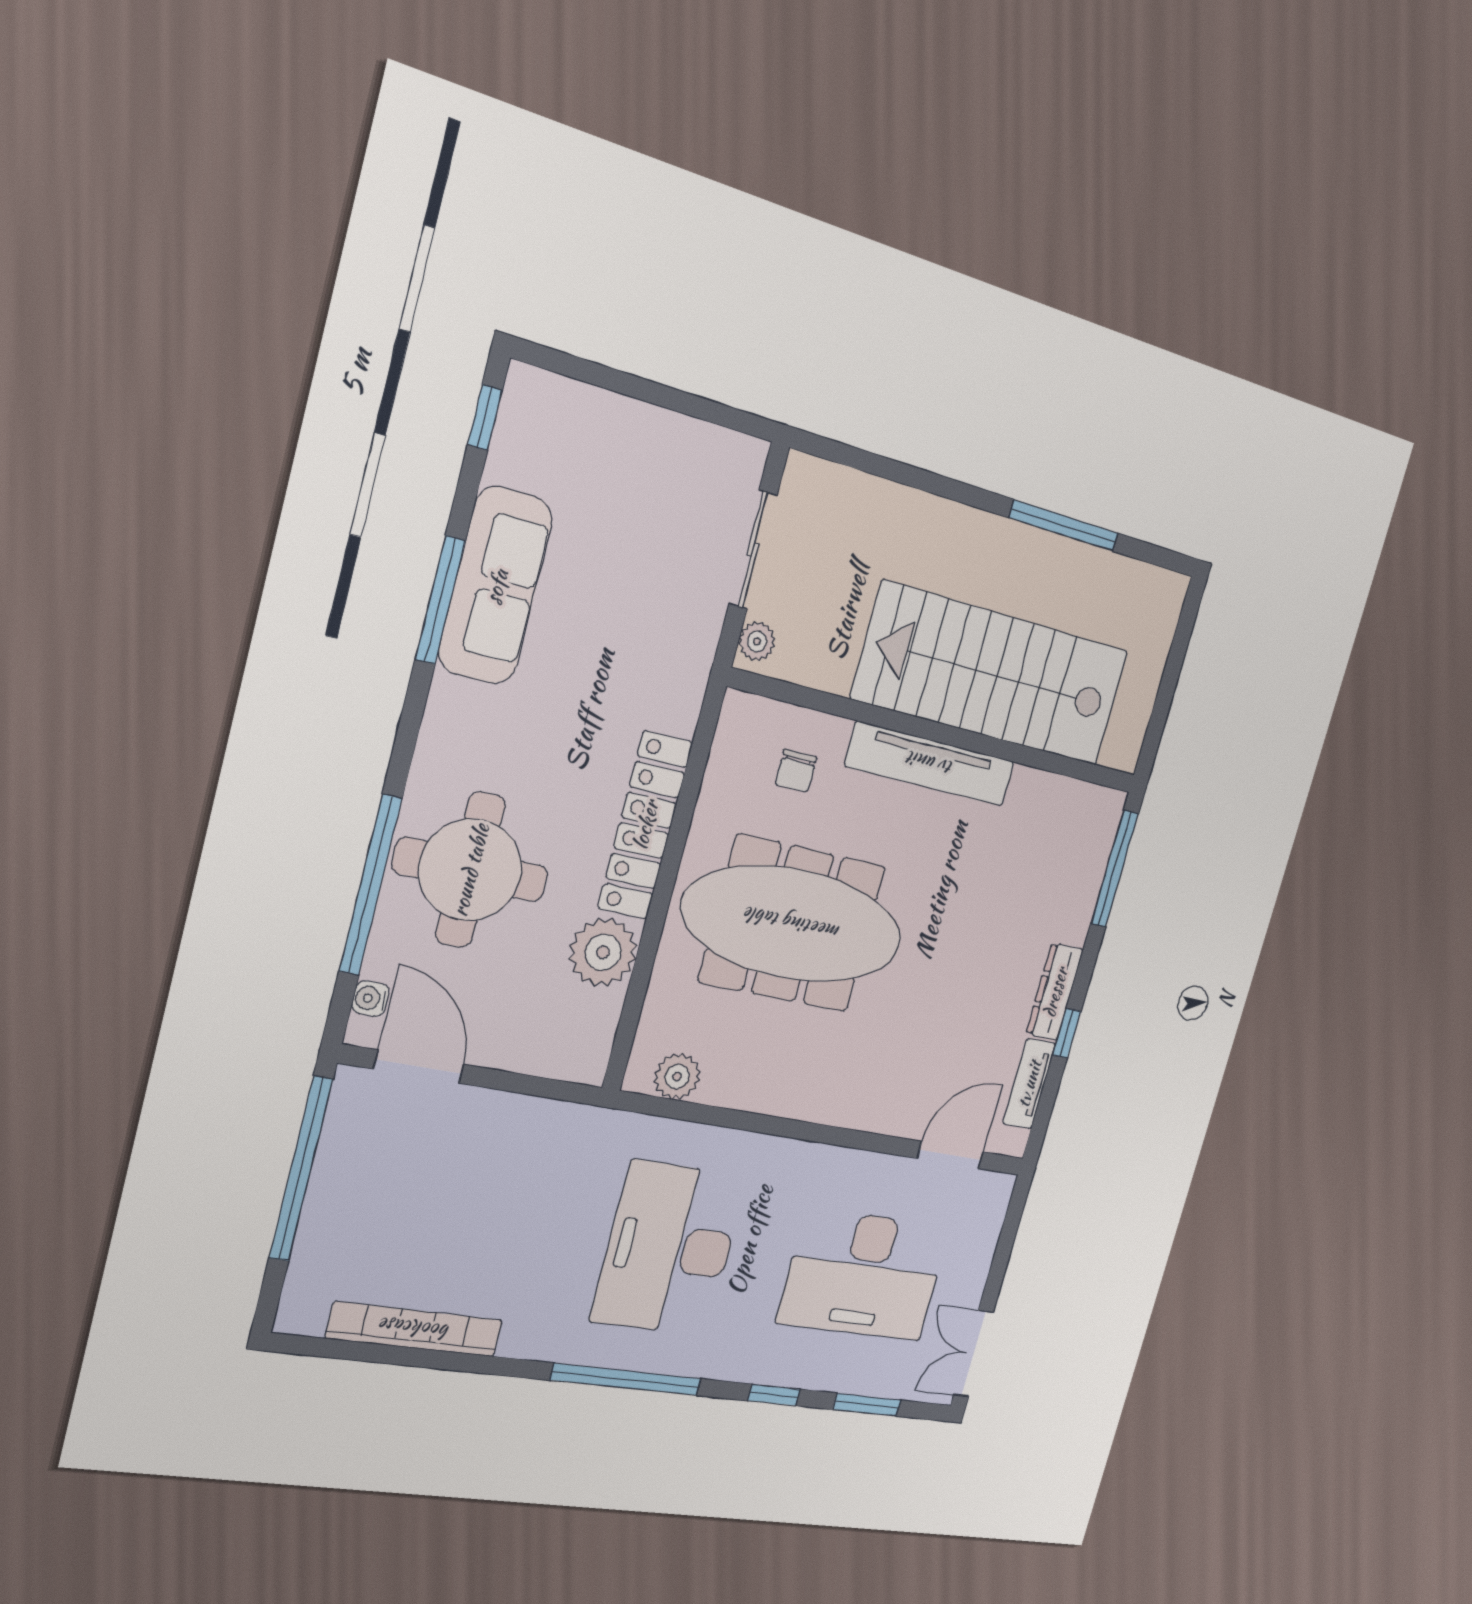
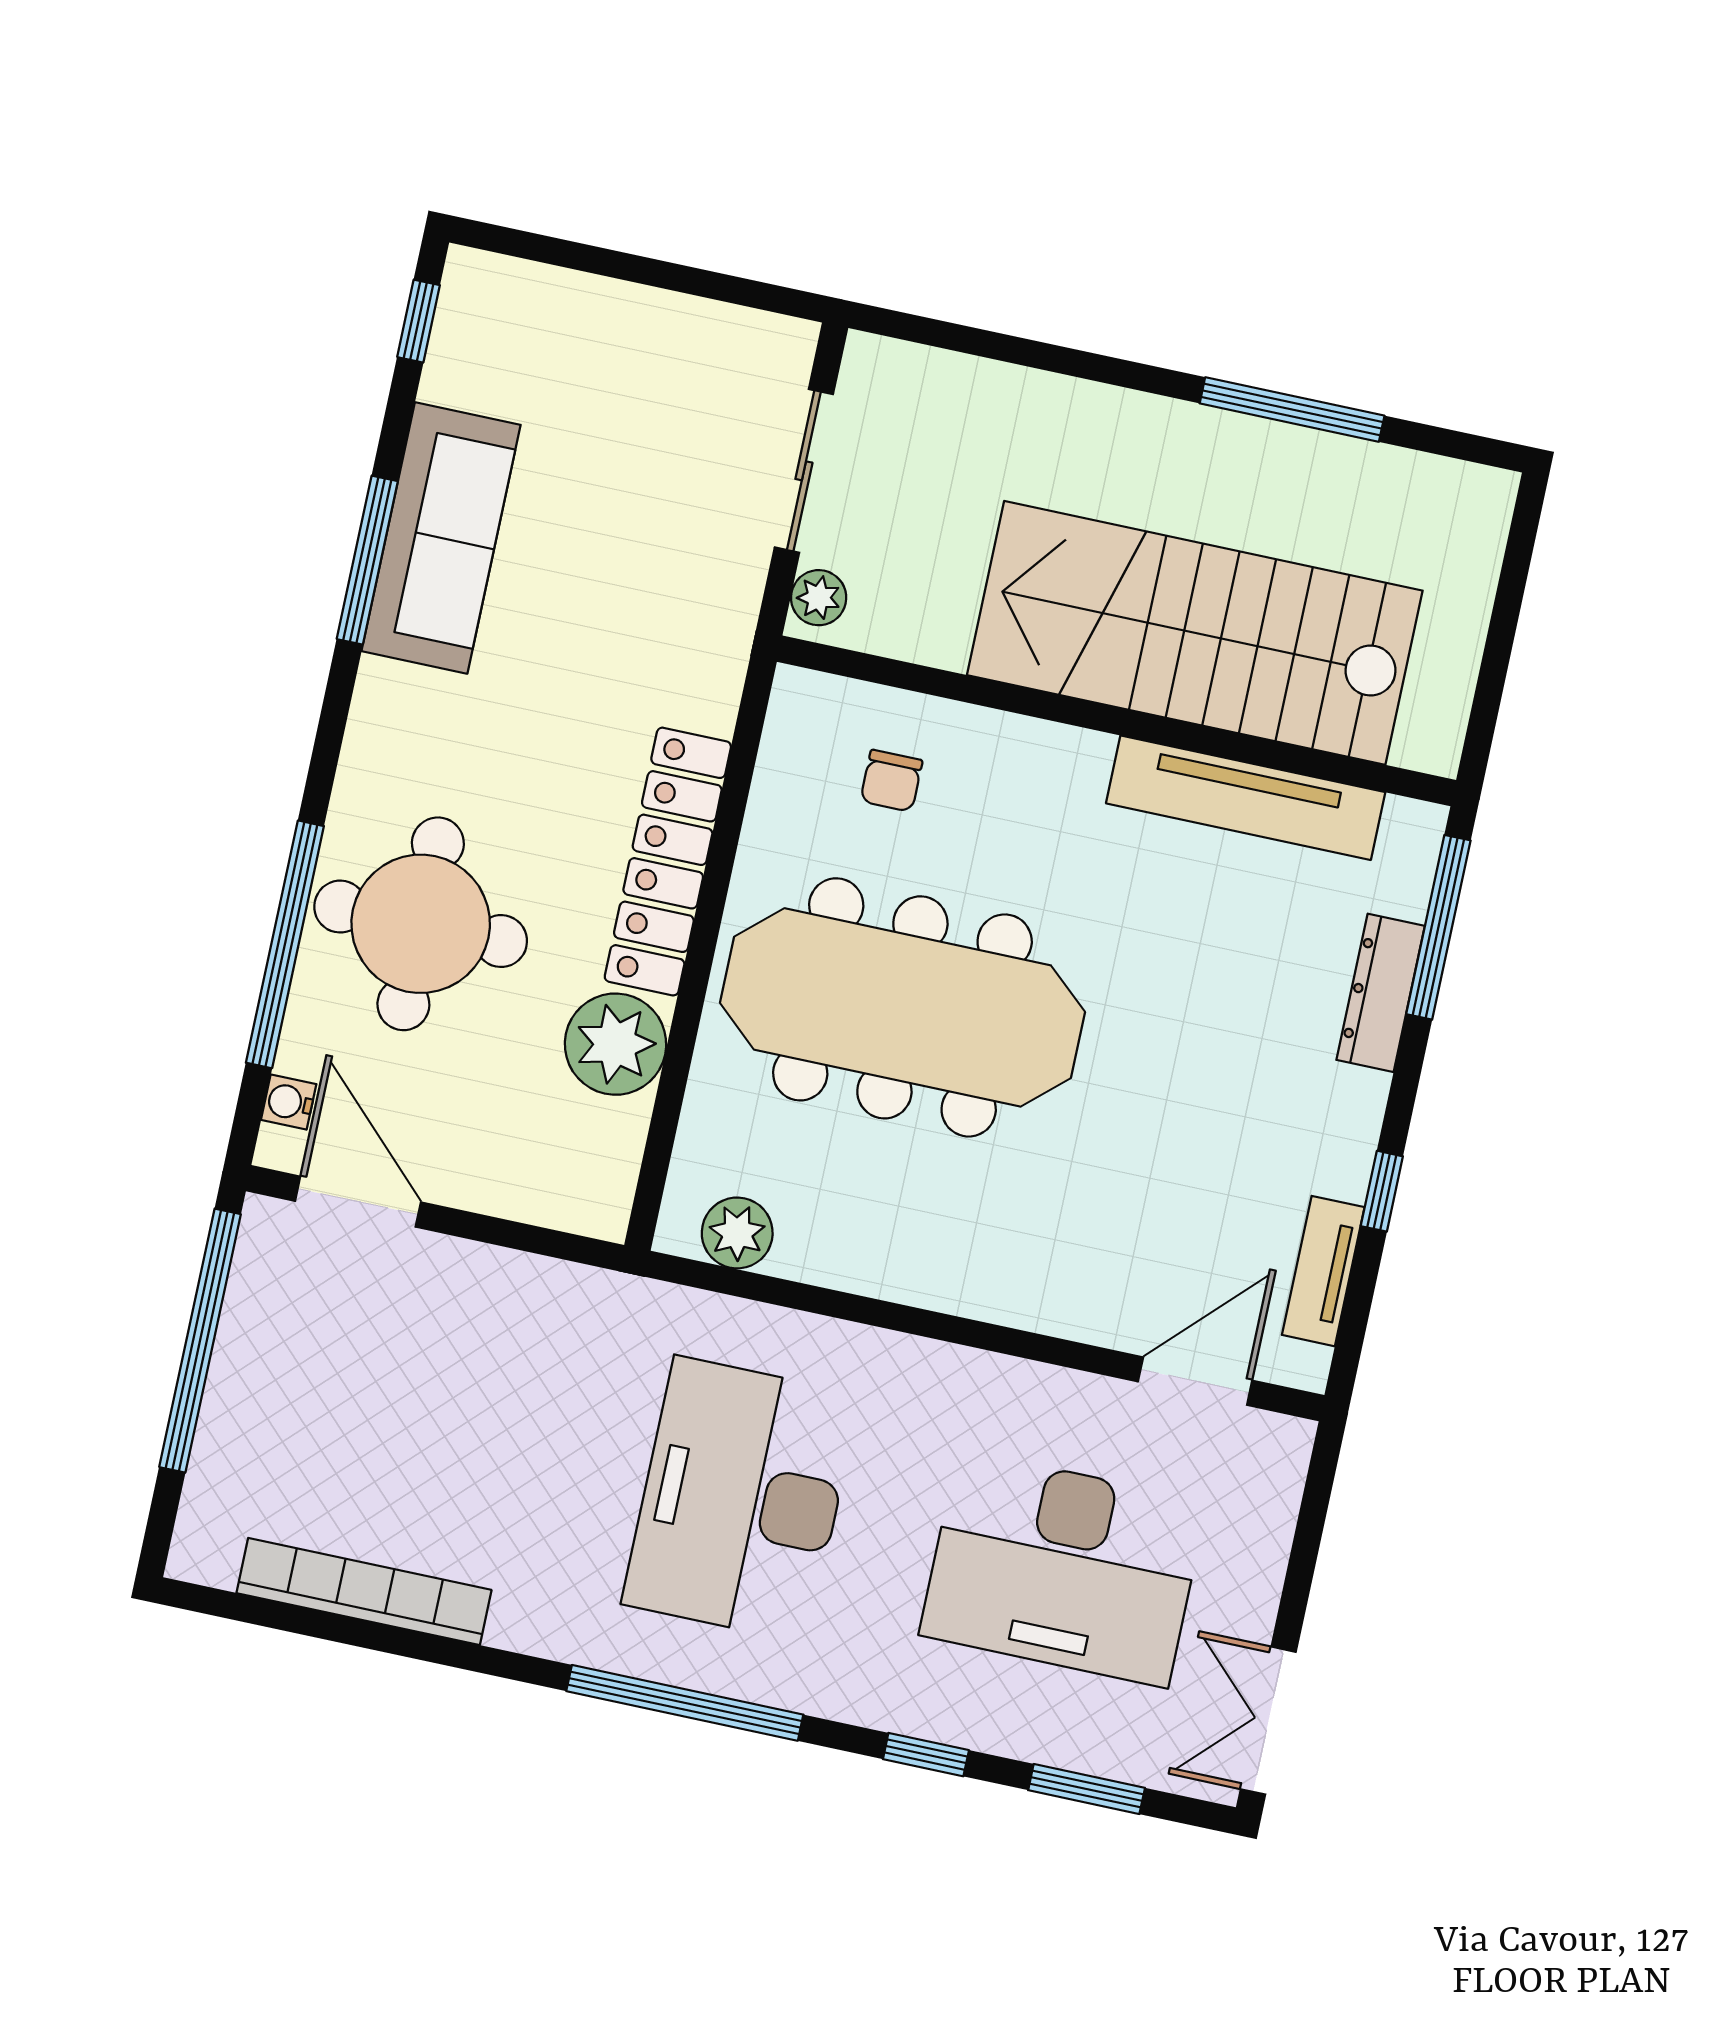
tv unit: (930, 764) -> (1246, 798), moved
dresser: (1055, 992) -> (1381, 993), moved

